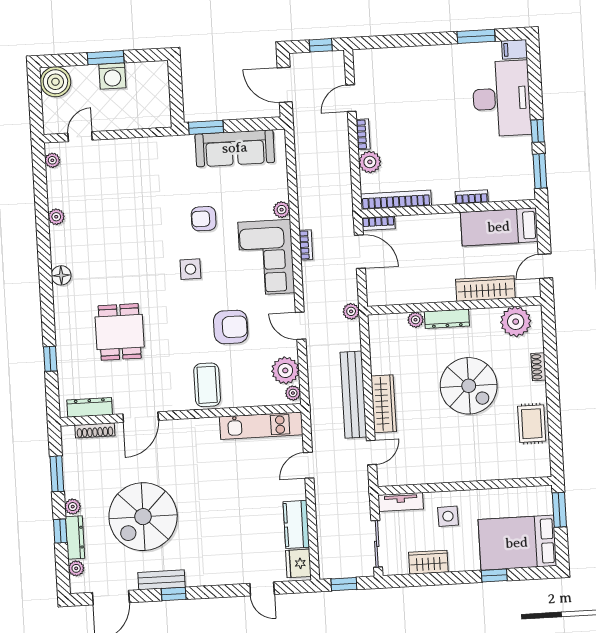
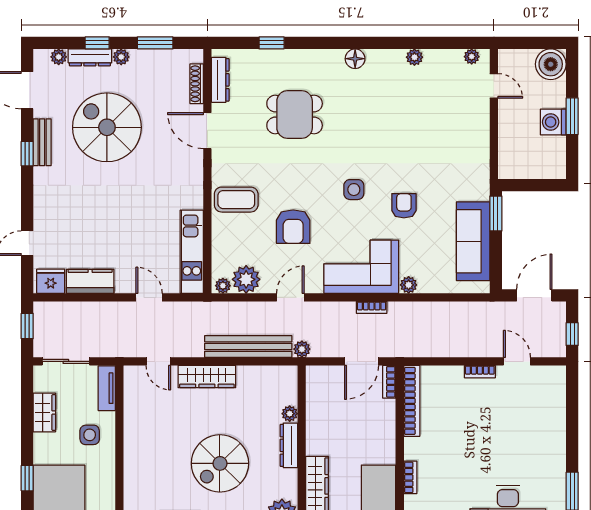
plant: (370, 162) -> (452, 377), removed
bench: (353, 395) -> (248, 347), moved

